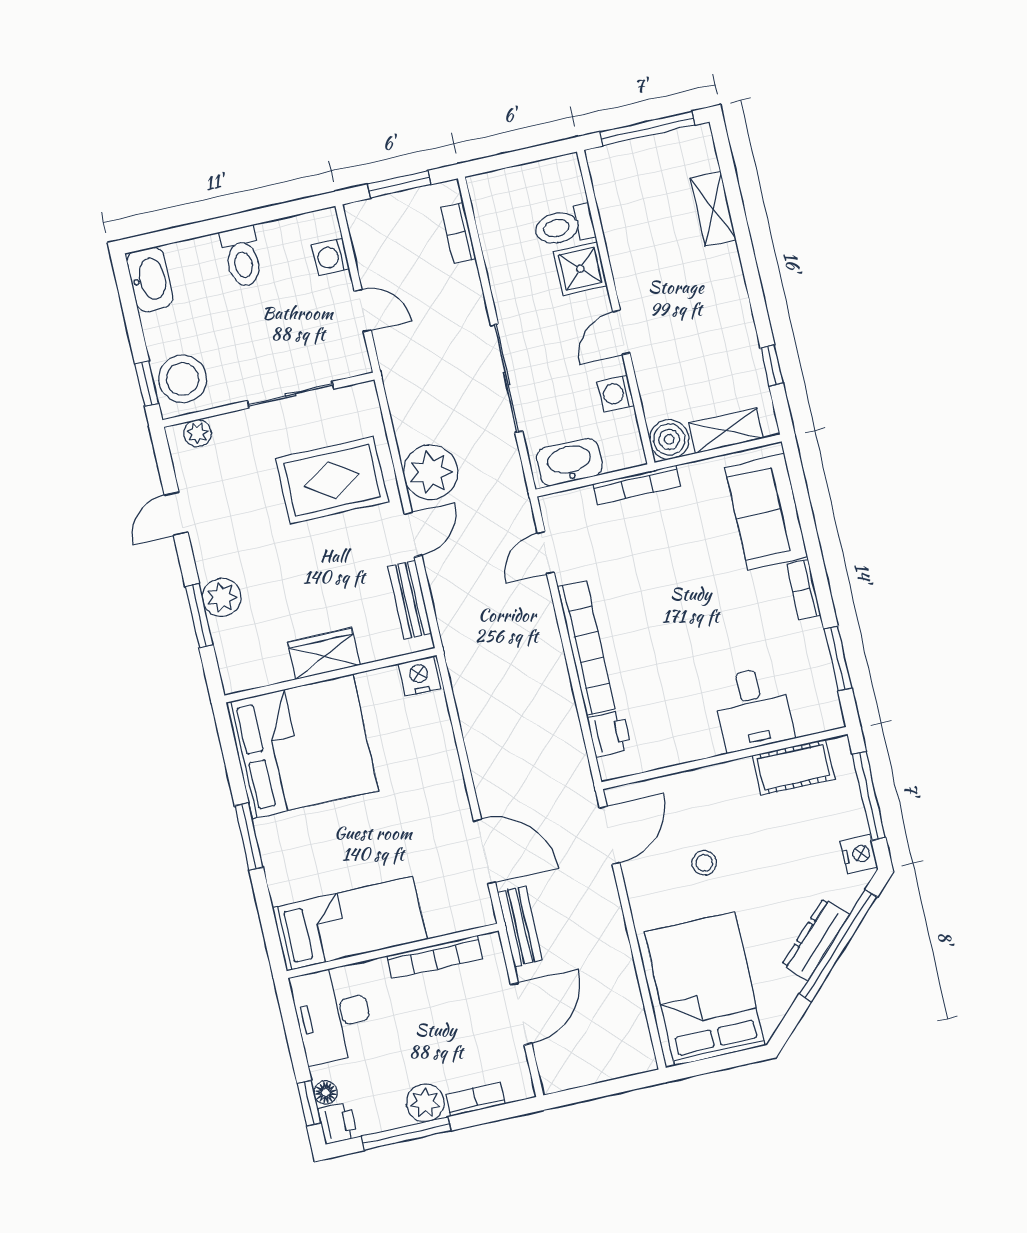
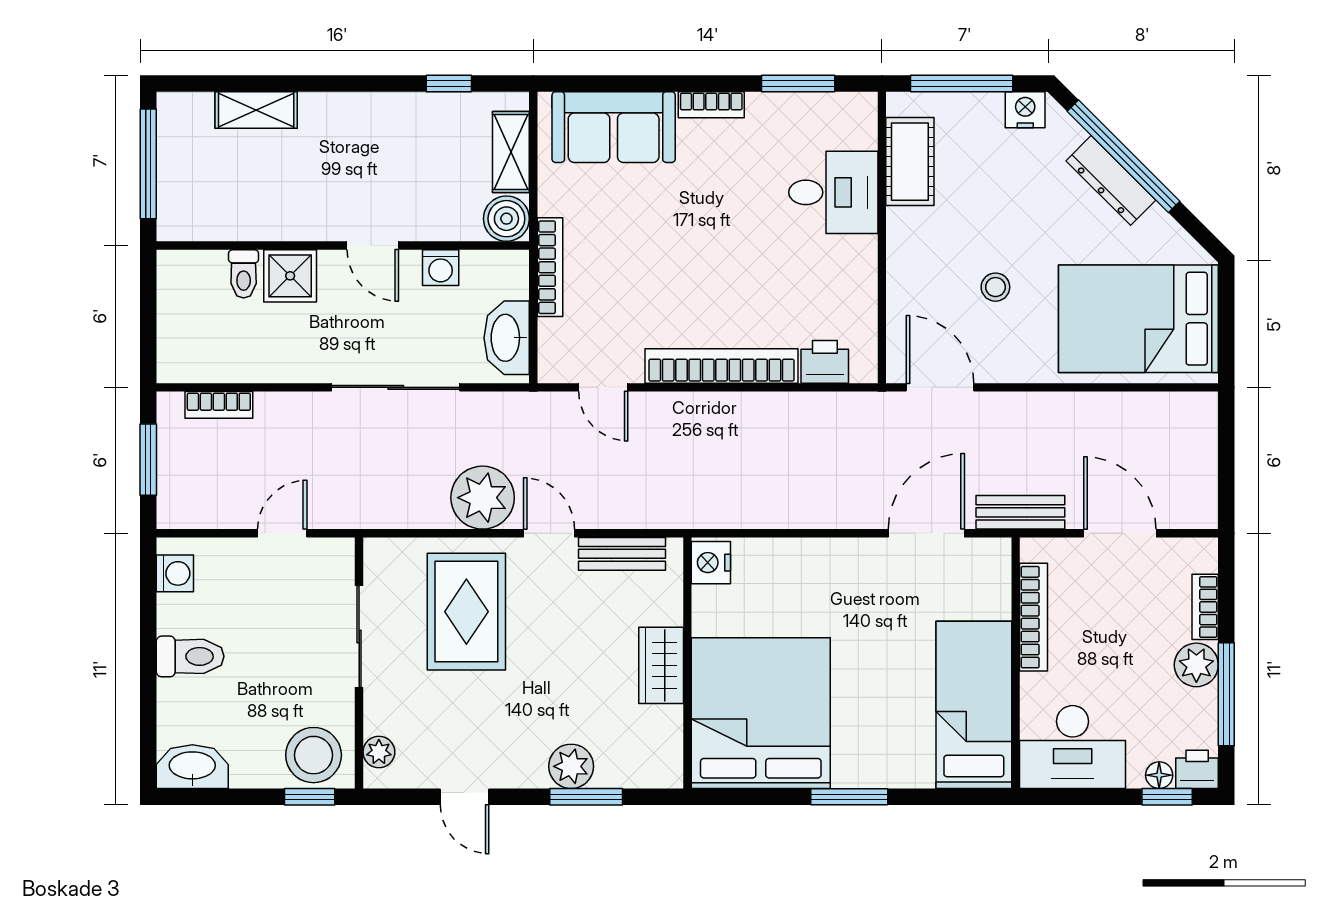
toilet: (564, 226) -> (244, 274), width x0.73, depth x0.72
washing machine: (331, 257) -> (175, 573), moved, turned -90

